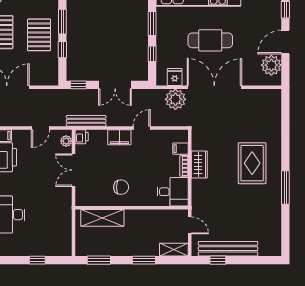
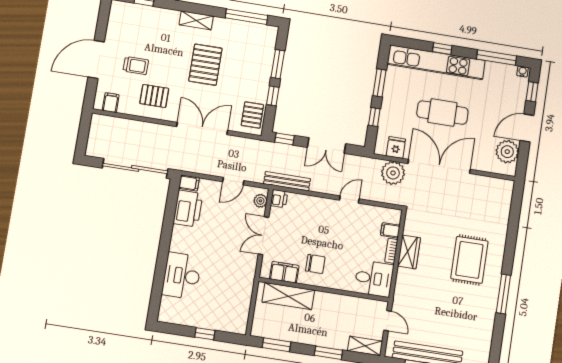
pallet: (39, 35) -> (252, 115), moved, width x0.67, depth x0.71
filing cabinet: (119, 137) -> (284, 272), moved, turned 180

